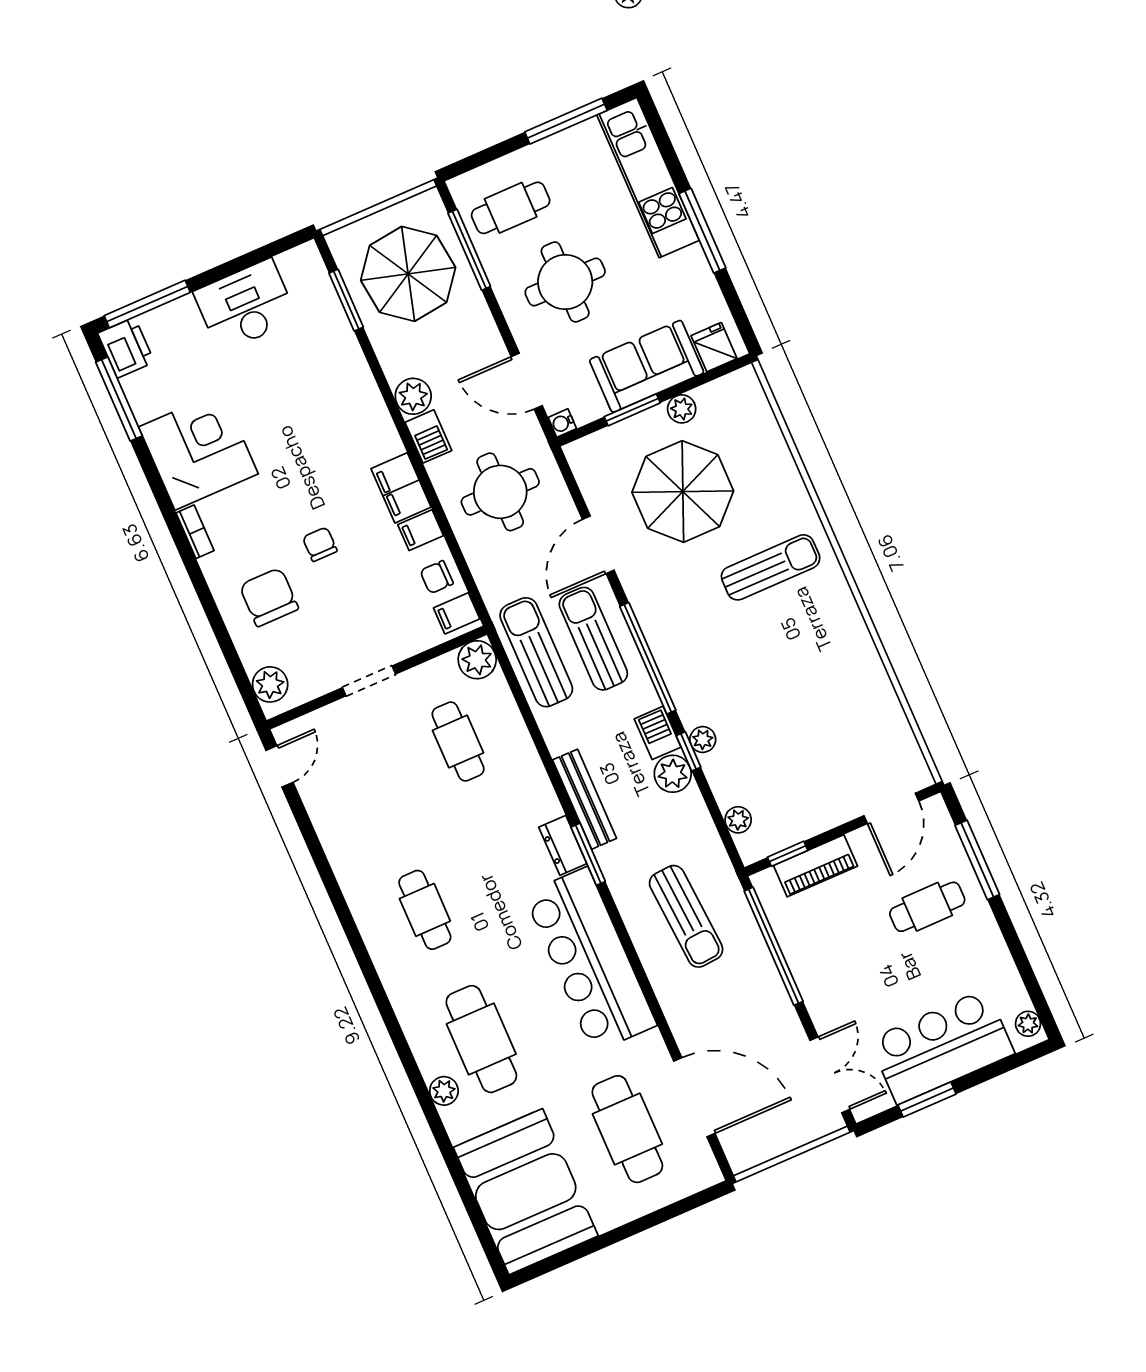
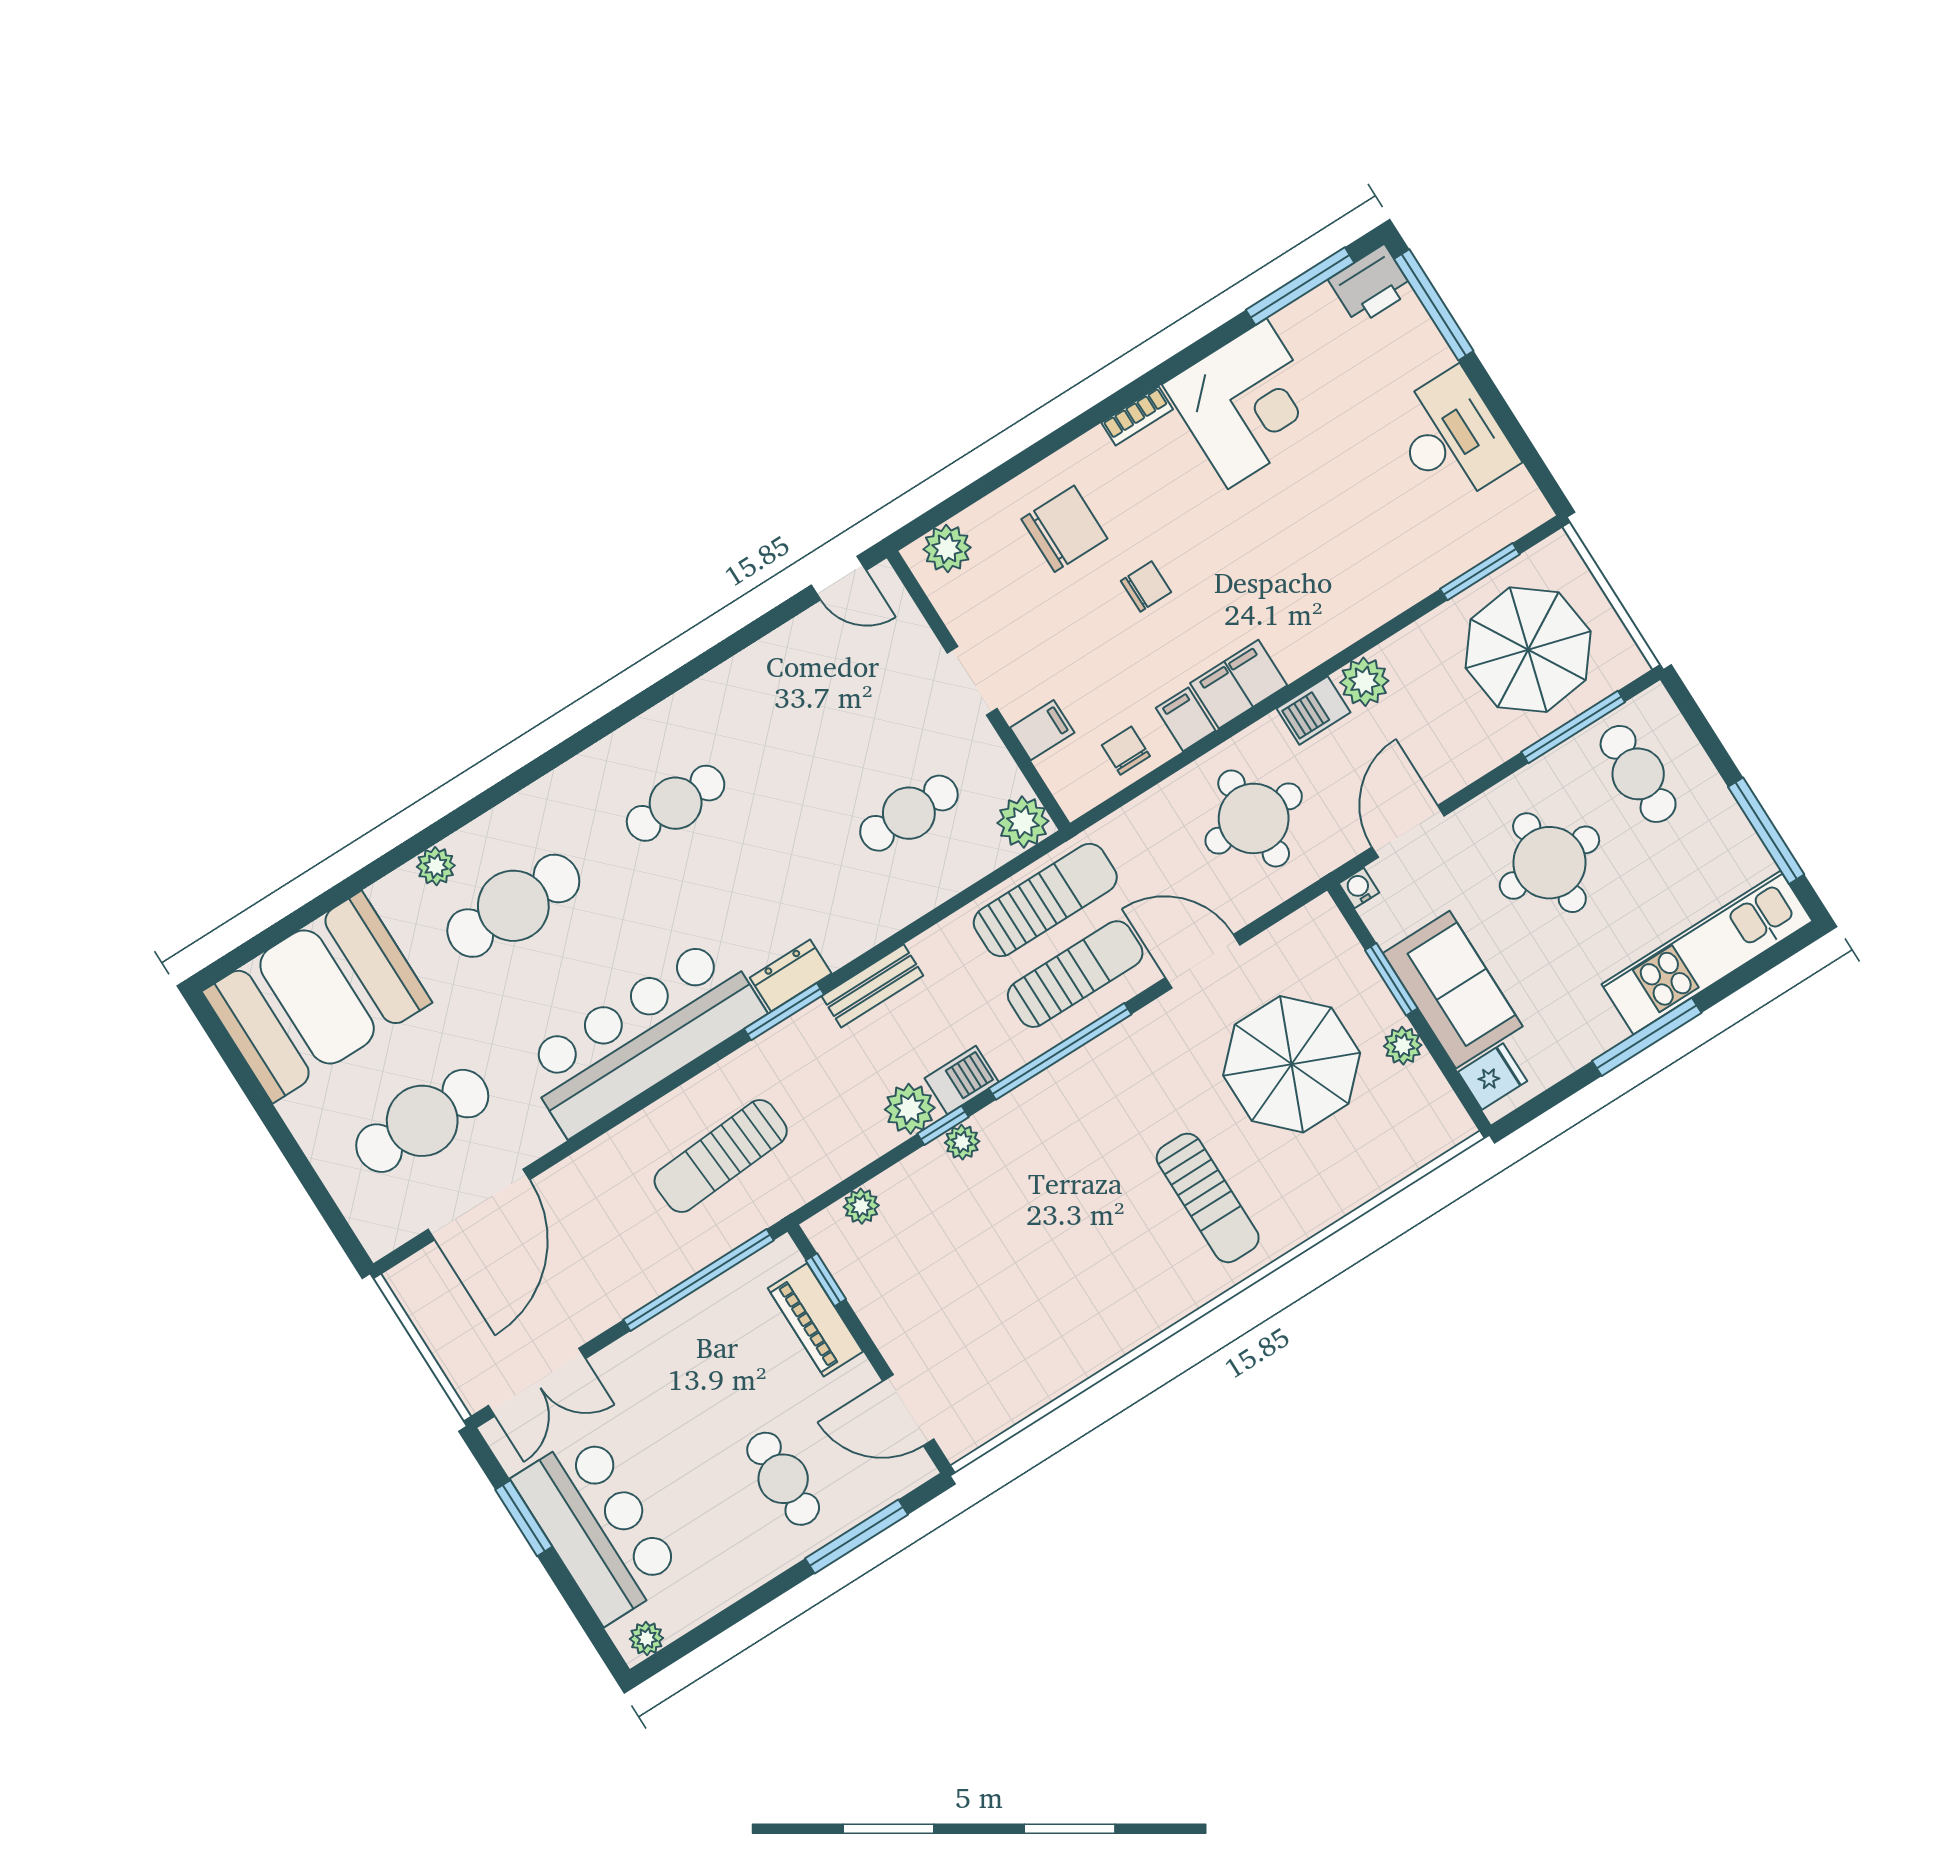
filing cabinet: (457, 613) -> (1042, 730), moved, turned 90
bench: (585, 799) -> (872, 986), width x0.73

